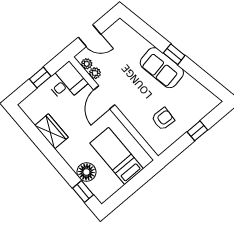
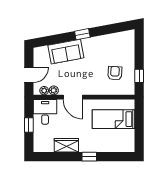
sofa: (162, 68) -> (66, 52), moved
window: (197, 131) -> (139, 76), moved
floor lamp: (86, 172) -> (108, 145), removed
window: (83, 191) -> (89, 157), moved

